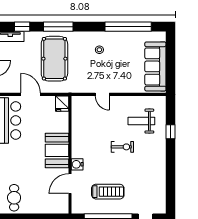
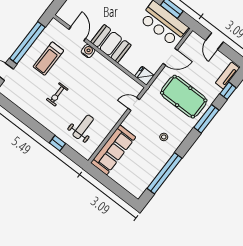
sofa: (155, 66) -> (113, 150), moved, turned 90
door: (102, 94) -> (134, 104), moved
exercise bike: (122, 147) -> (57, 94), moved

